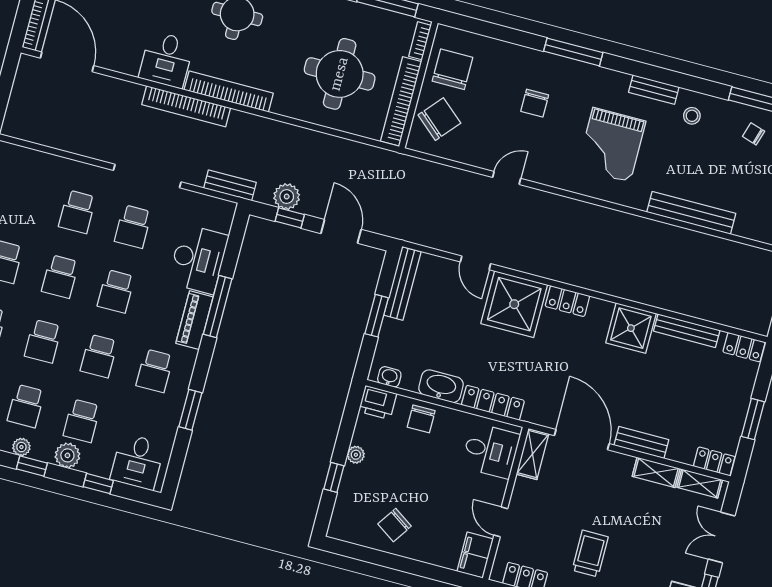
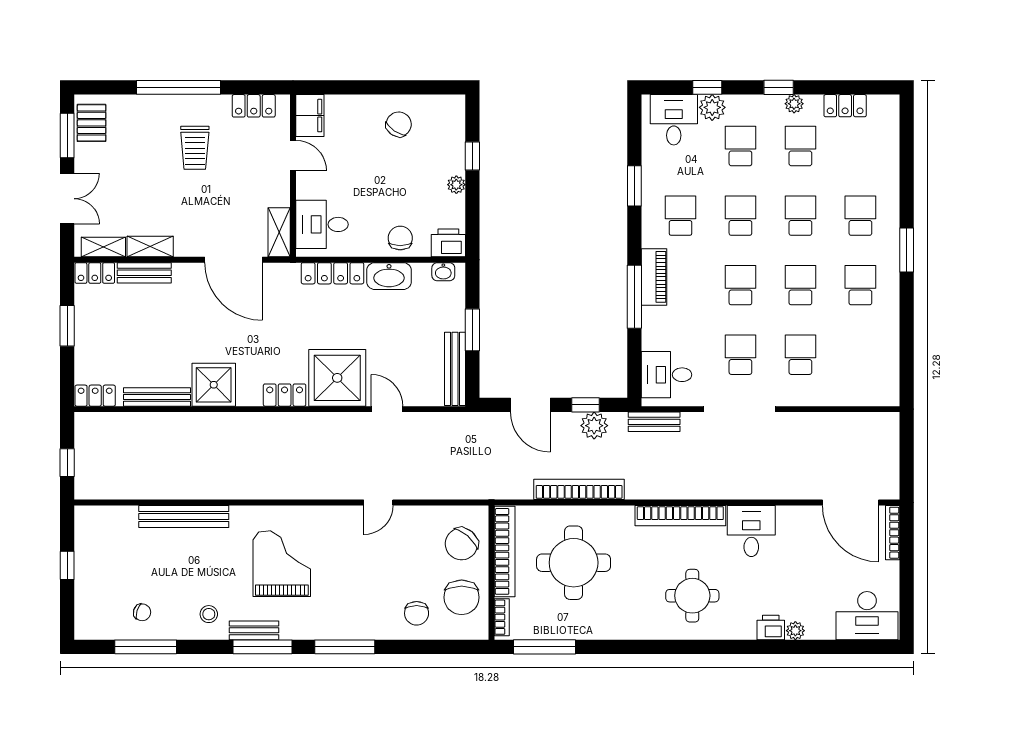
window: (650, 72) -> (263, 647), added
chair: (535, 103) -> (417, 613), moved, turned 180
bookcase: (186, 106) -> (579, 489), moved
desk: (198, 259) -> (666, 375), moved, width x0.73
bench: (641, 442) -> (144, 273), moved
plant: (67, 455) -> (712, 107), moved

